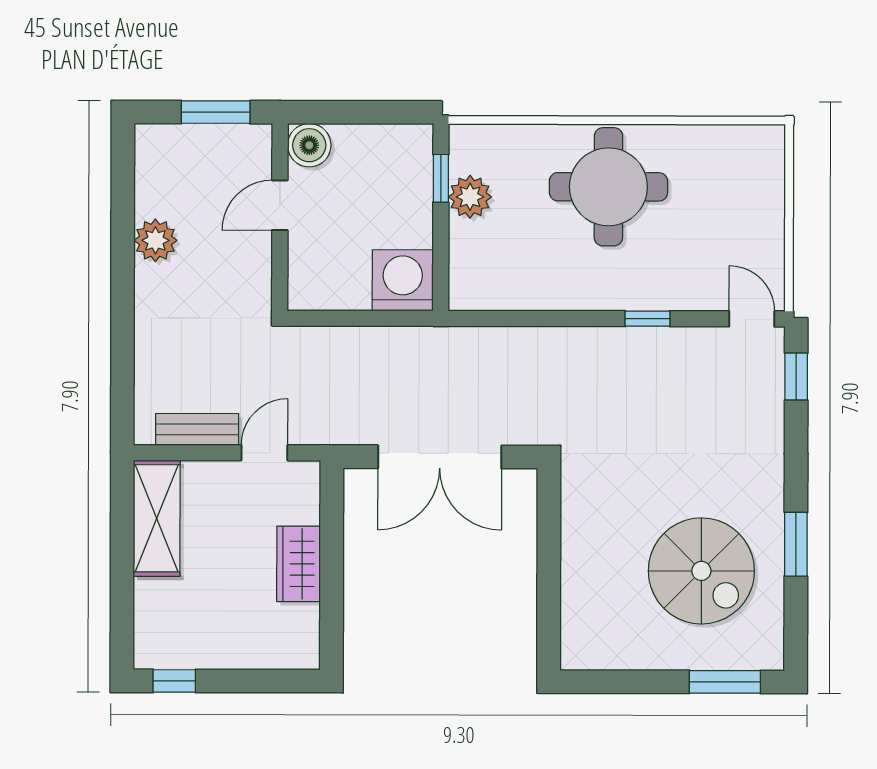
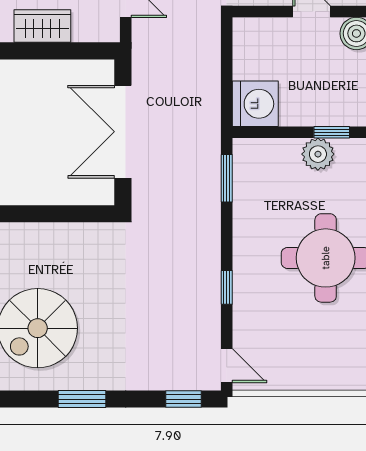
window: (502, 318) -> (227, 178), added
door: (752, 319) -> (227, 366), hinge flipped
window: (796, 544) -> (82, 399), moved

